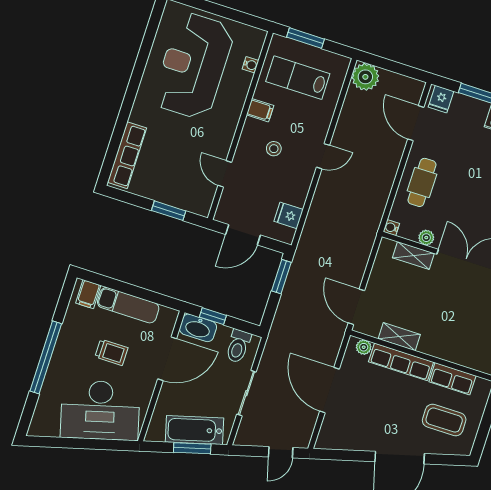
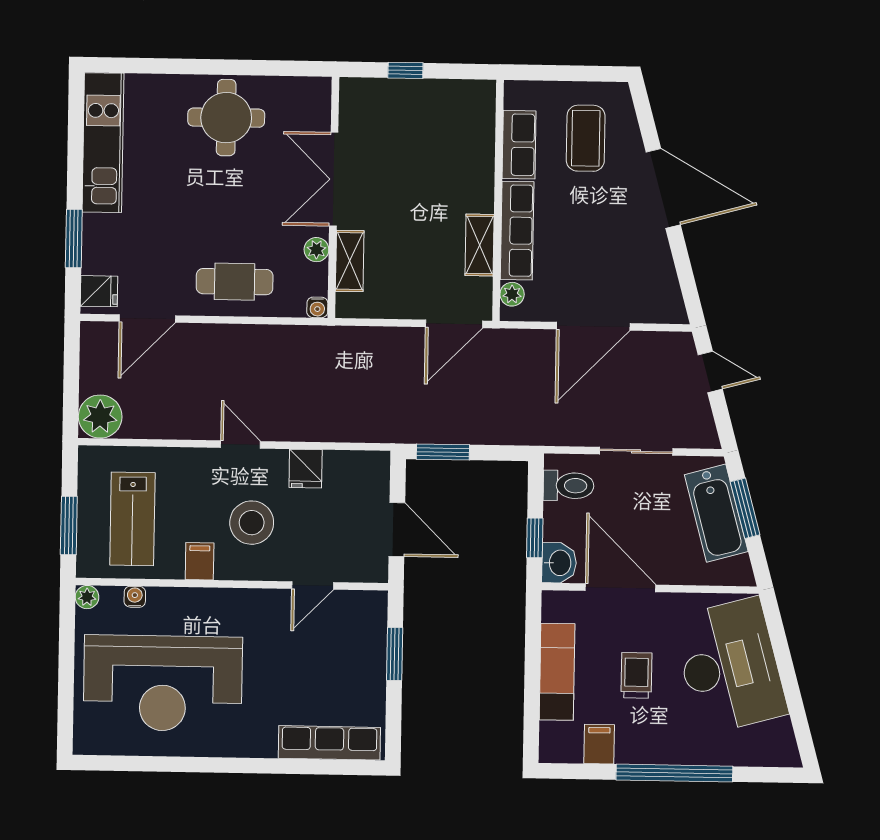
plant: (259, 36) -> (87, 597), added
stool: (274, 149) -> (252, 523), width x1.89, depth x1.89
fridge: (289, 215) -> (306, 469), moved
filing cabinet: (88, 294) -> (599, 744), moved, turned -90
washbasin: (198, 328) -> (559, 563), width x0.72

